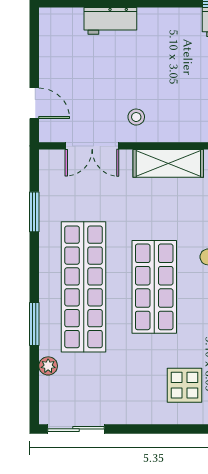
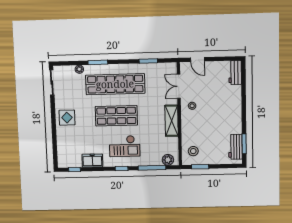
workbench: (110, 21) -> (235, 73), moved
door: (34, 103) -> (197, 60), hinge flipped
display table: (184, 385) -> (67, 118), moved

